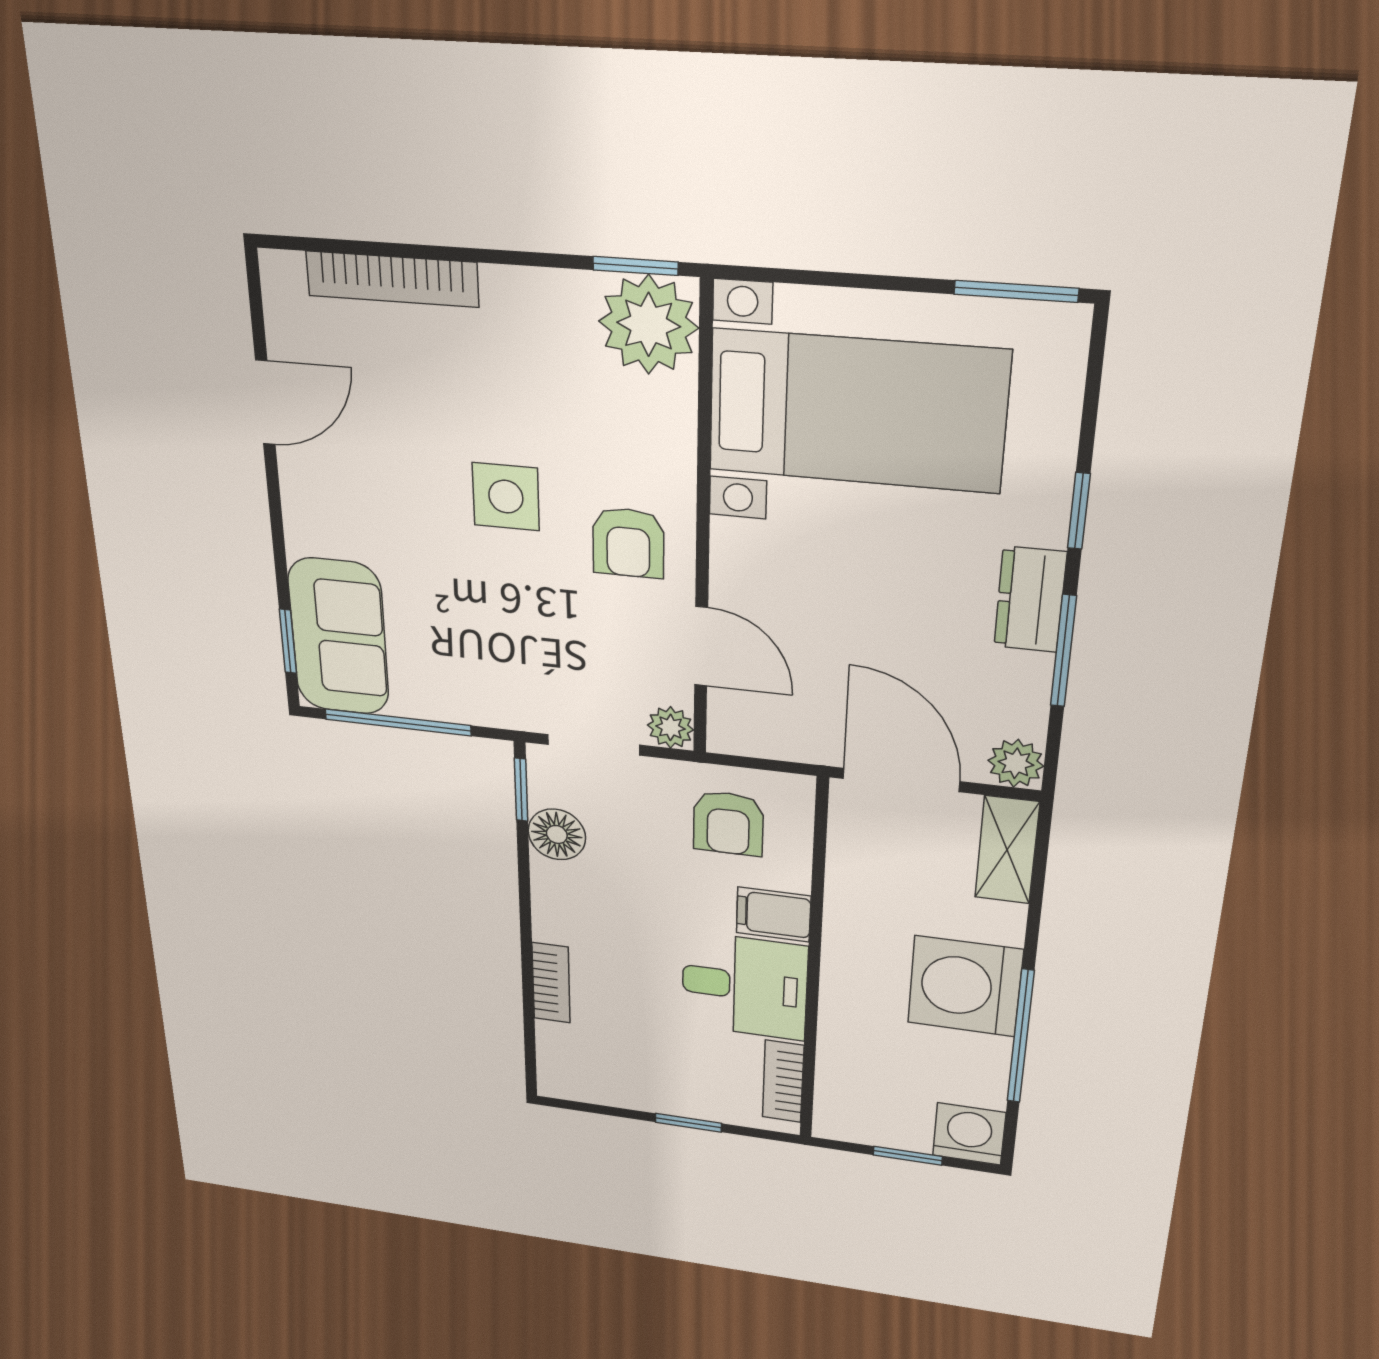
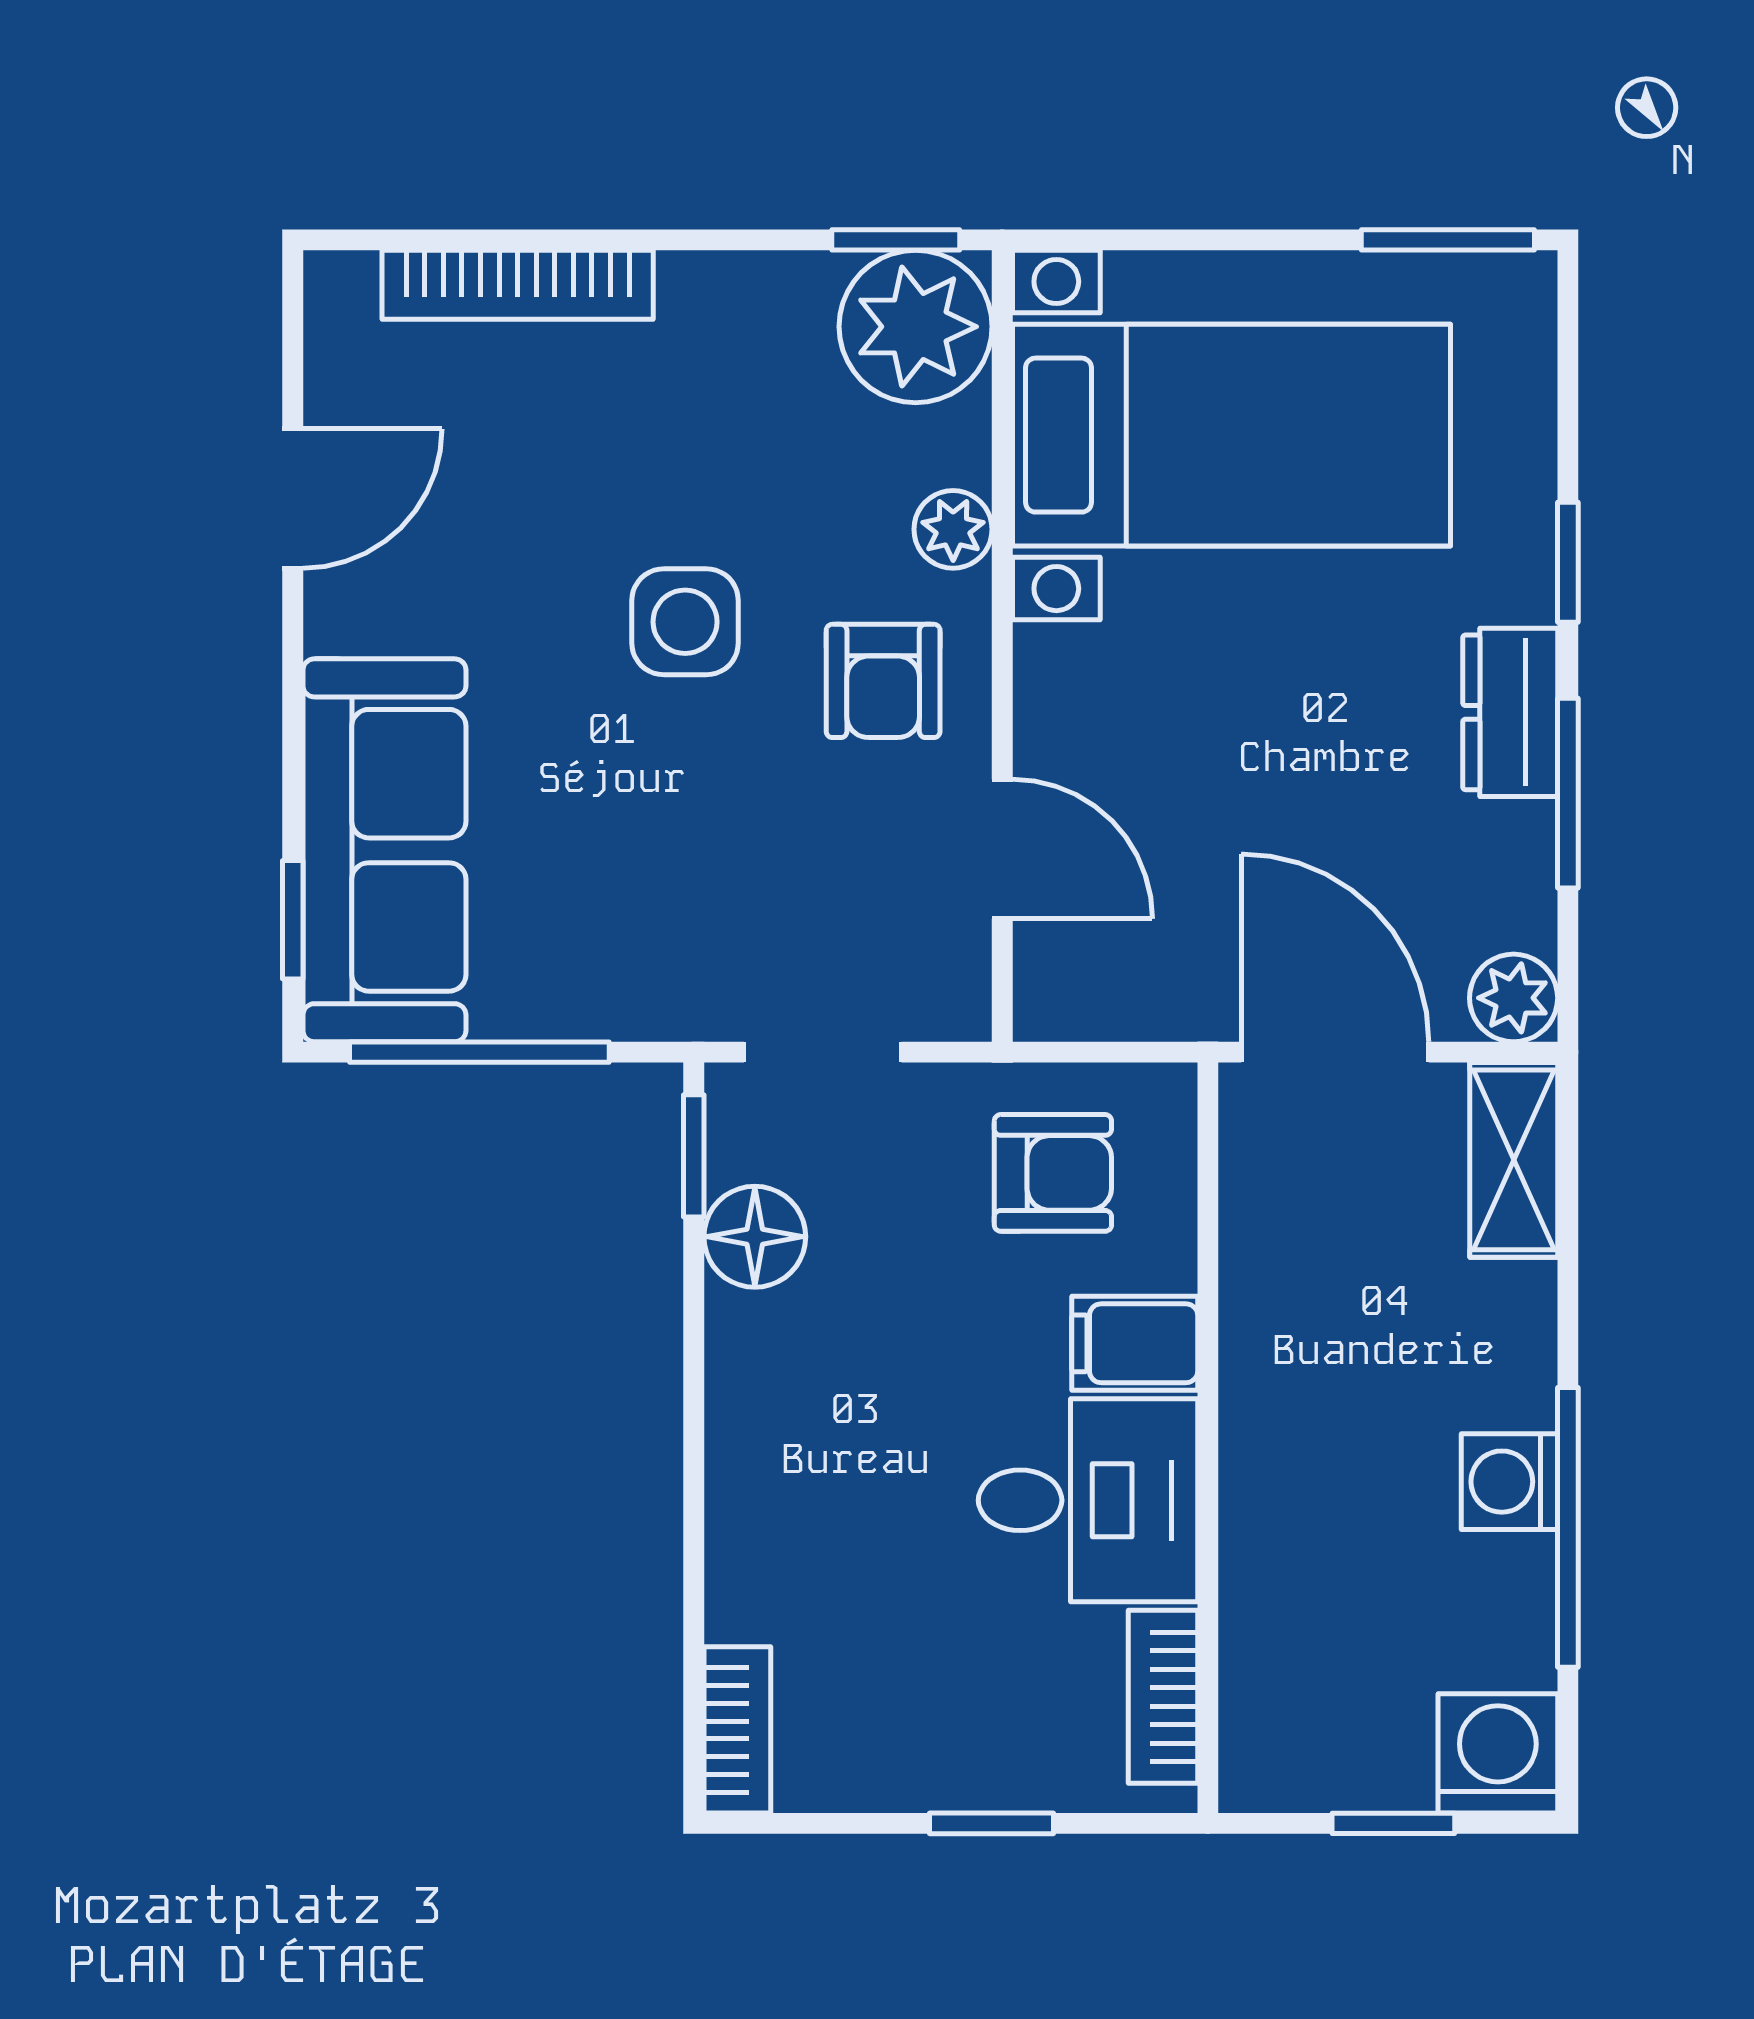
sofa: (339, 637) -> (384, 850), width x1.36
plant: (670, 727) -> (953, 529), moved
armchair: (728, 823) -> (1053, 1173), turned -90
bookcase: (551, 983) -> (737, 1730), moved
washing machine: (965, 986) -> (1509, 1482), width x0.53, depth x0.53

